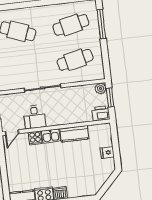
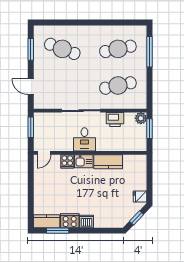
printer: (101, 113) -> (115, 120), moved, turned 180
desk: (35, 117) -> (84, 139), moved
fridge: (107, 152) -> (140, 197), moved
window: (108, 184) -> (137, 218), added

